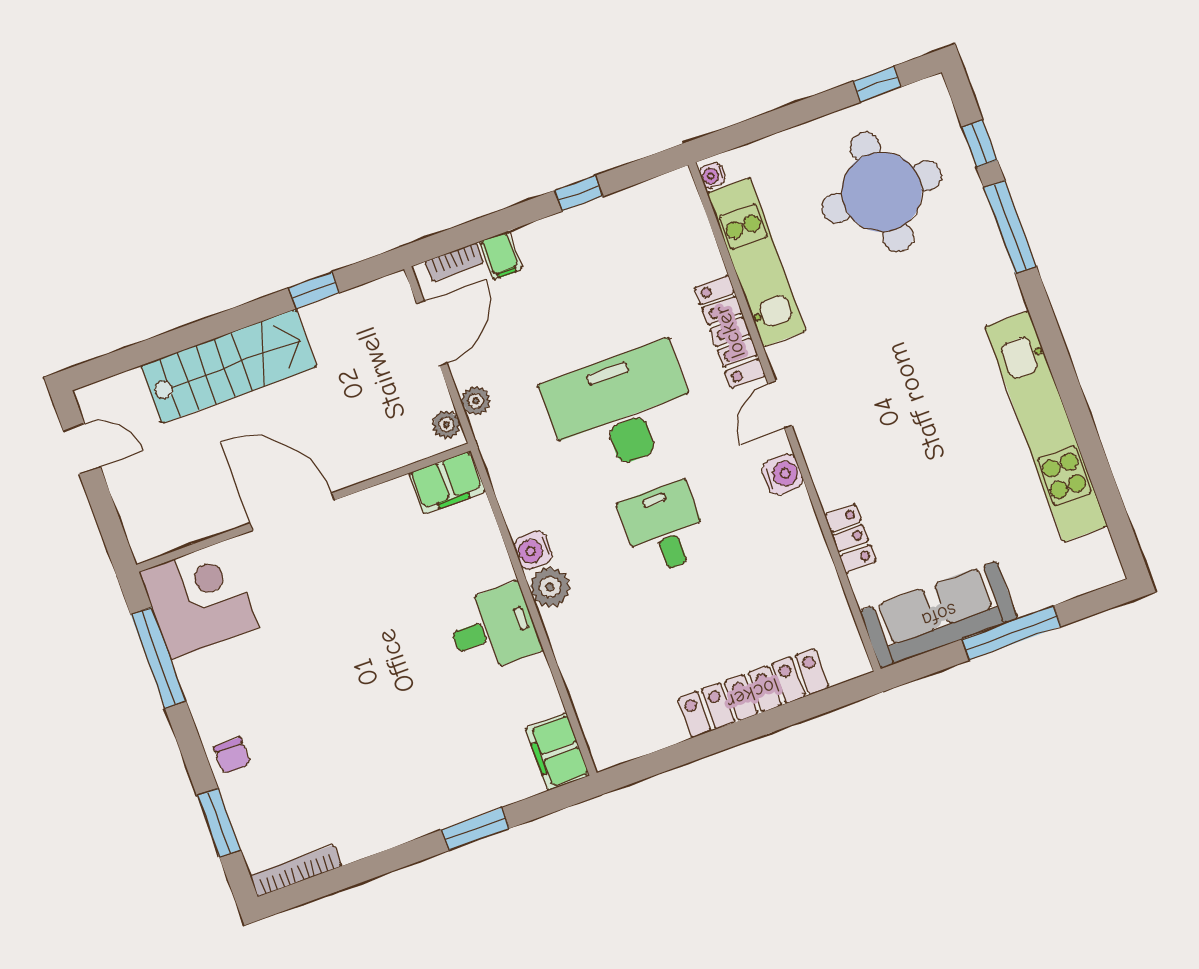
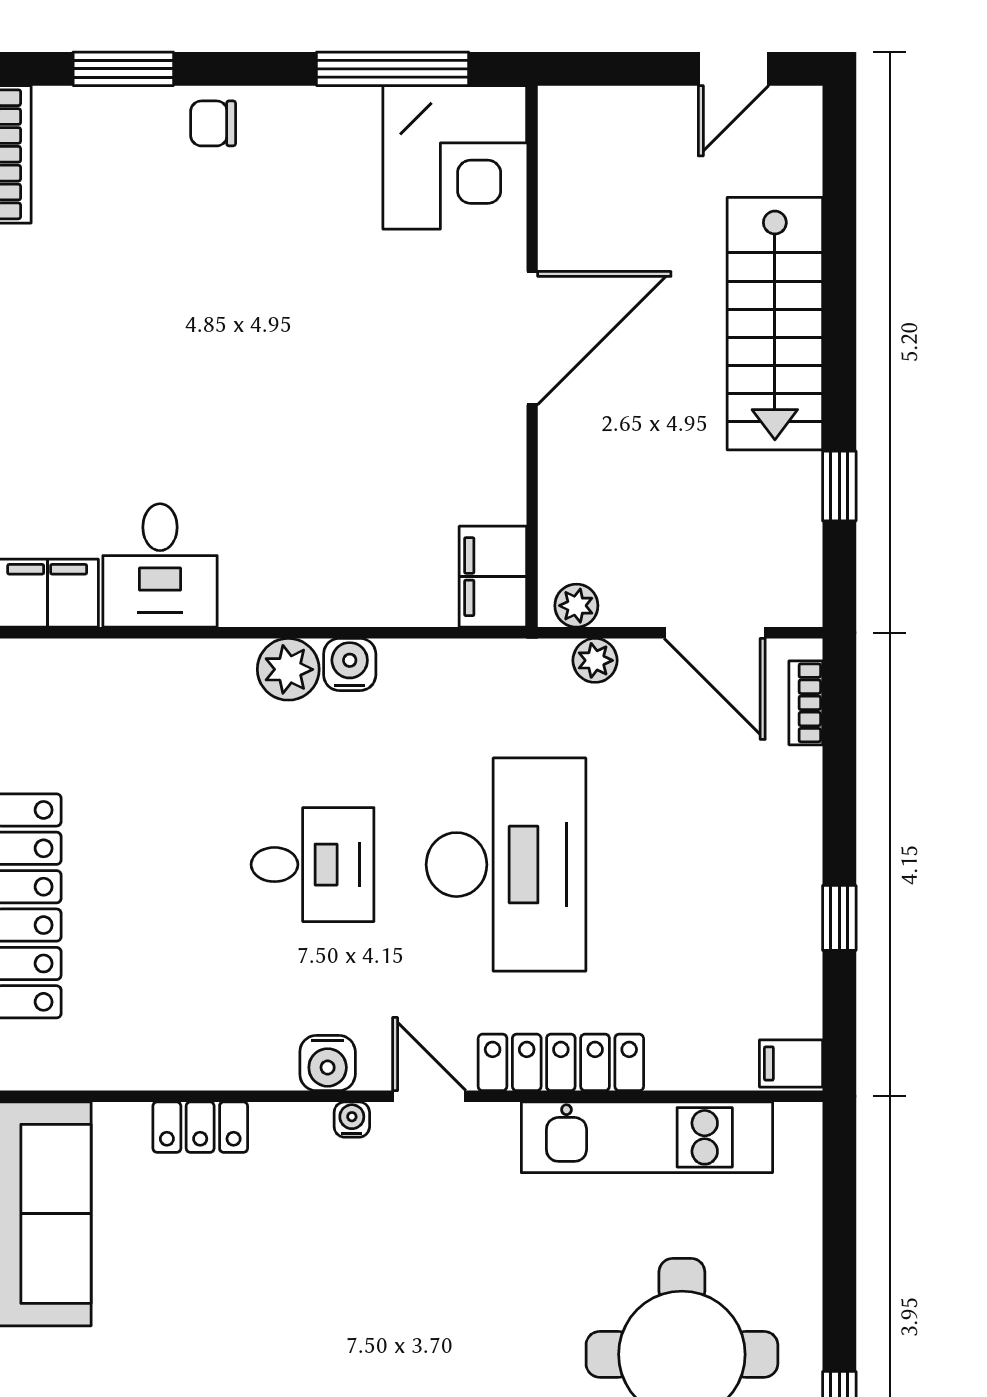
water cooler: (712, 175) -> (352, 1120), moved
filing cabinet: (501, 255) -> (791, 1063), moved
desk: (493, 629) -> (160, 565), moved

